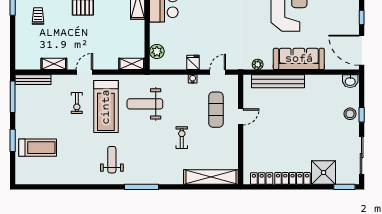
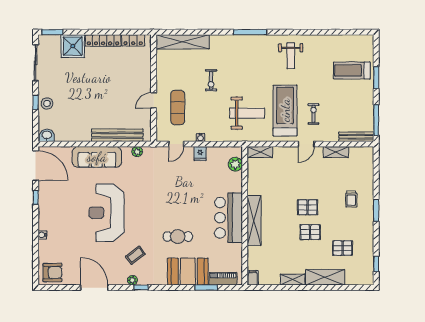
weight bench: (112, 160) -> (291, 56), moved

